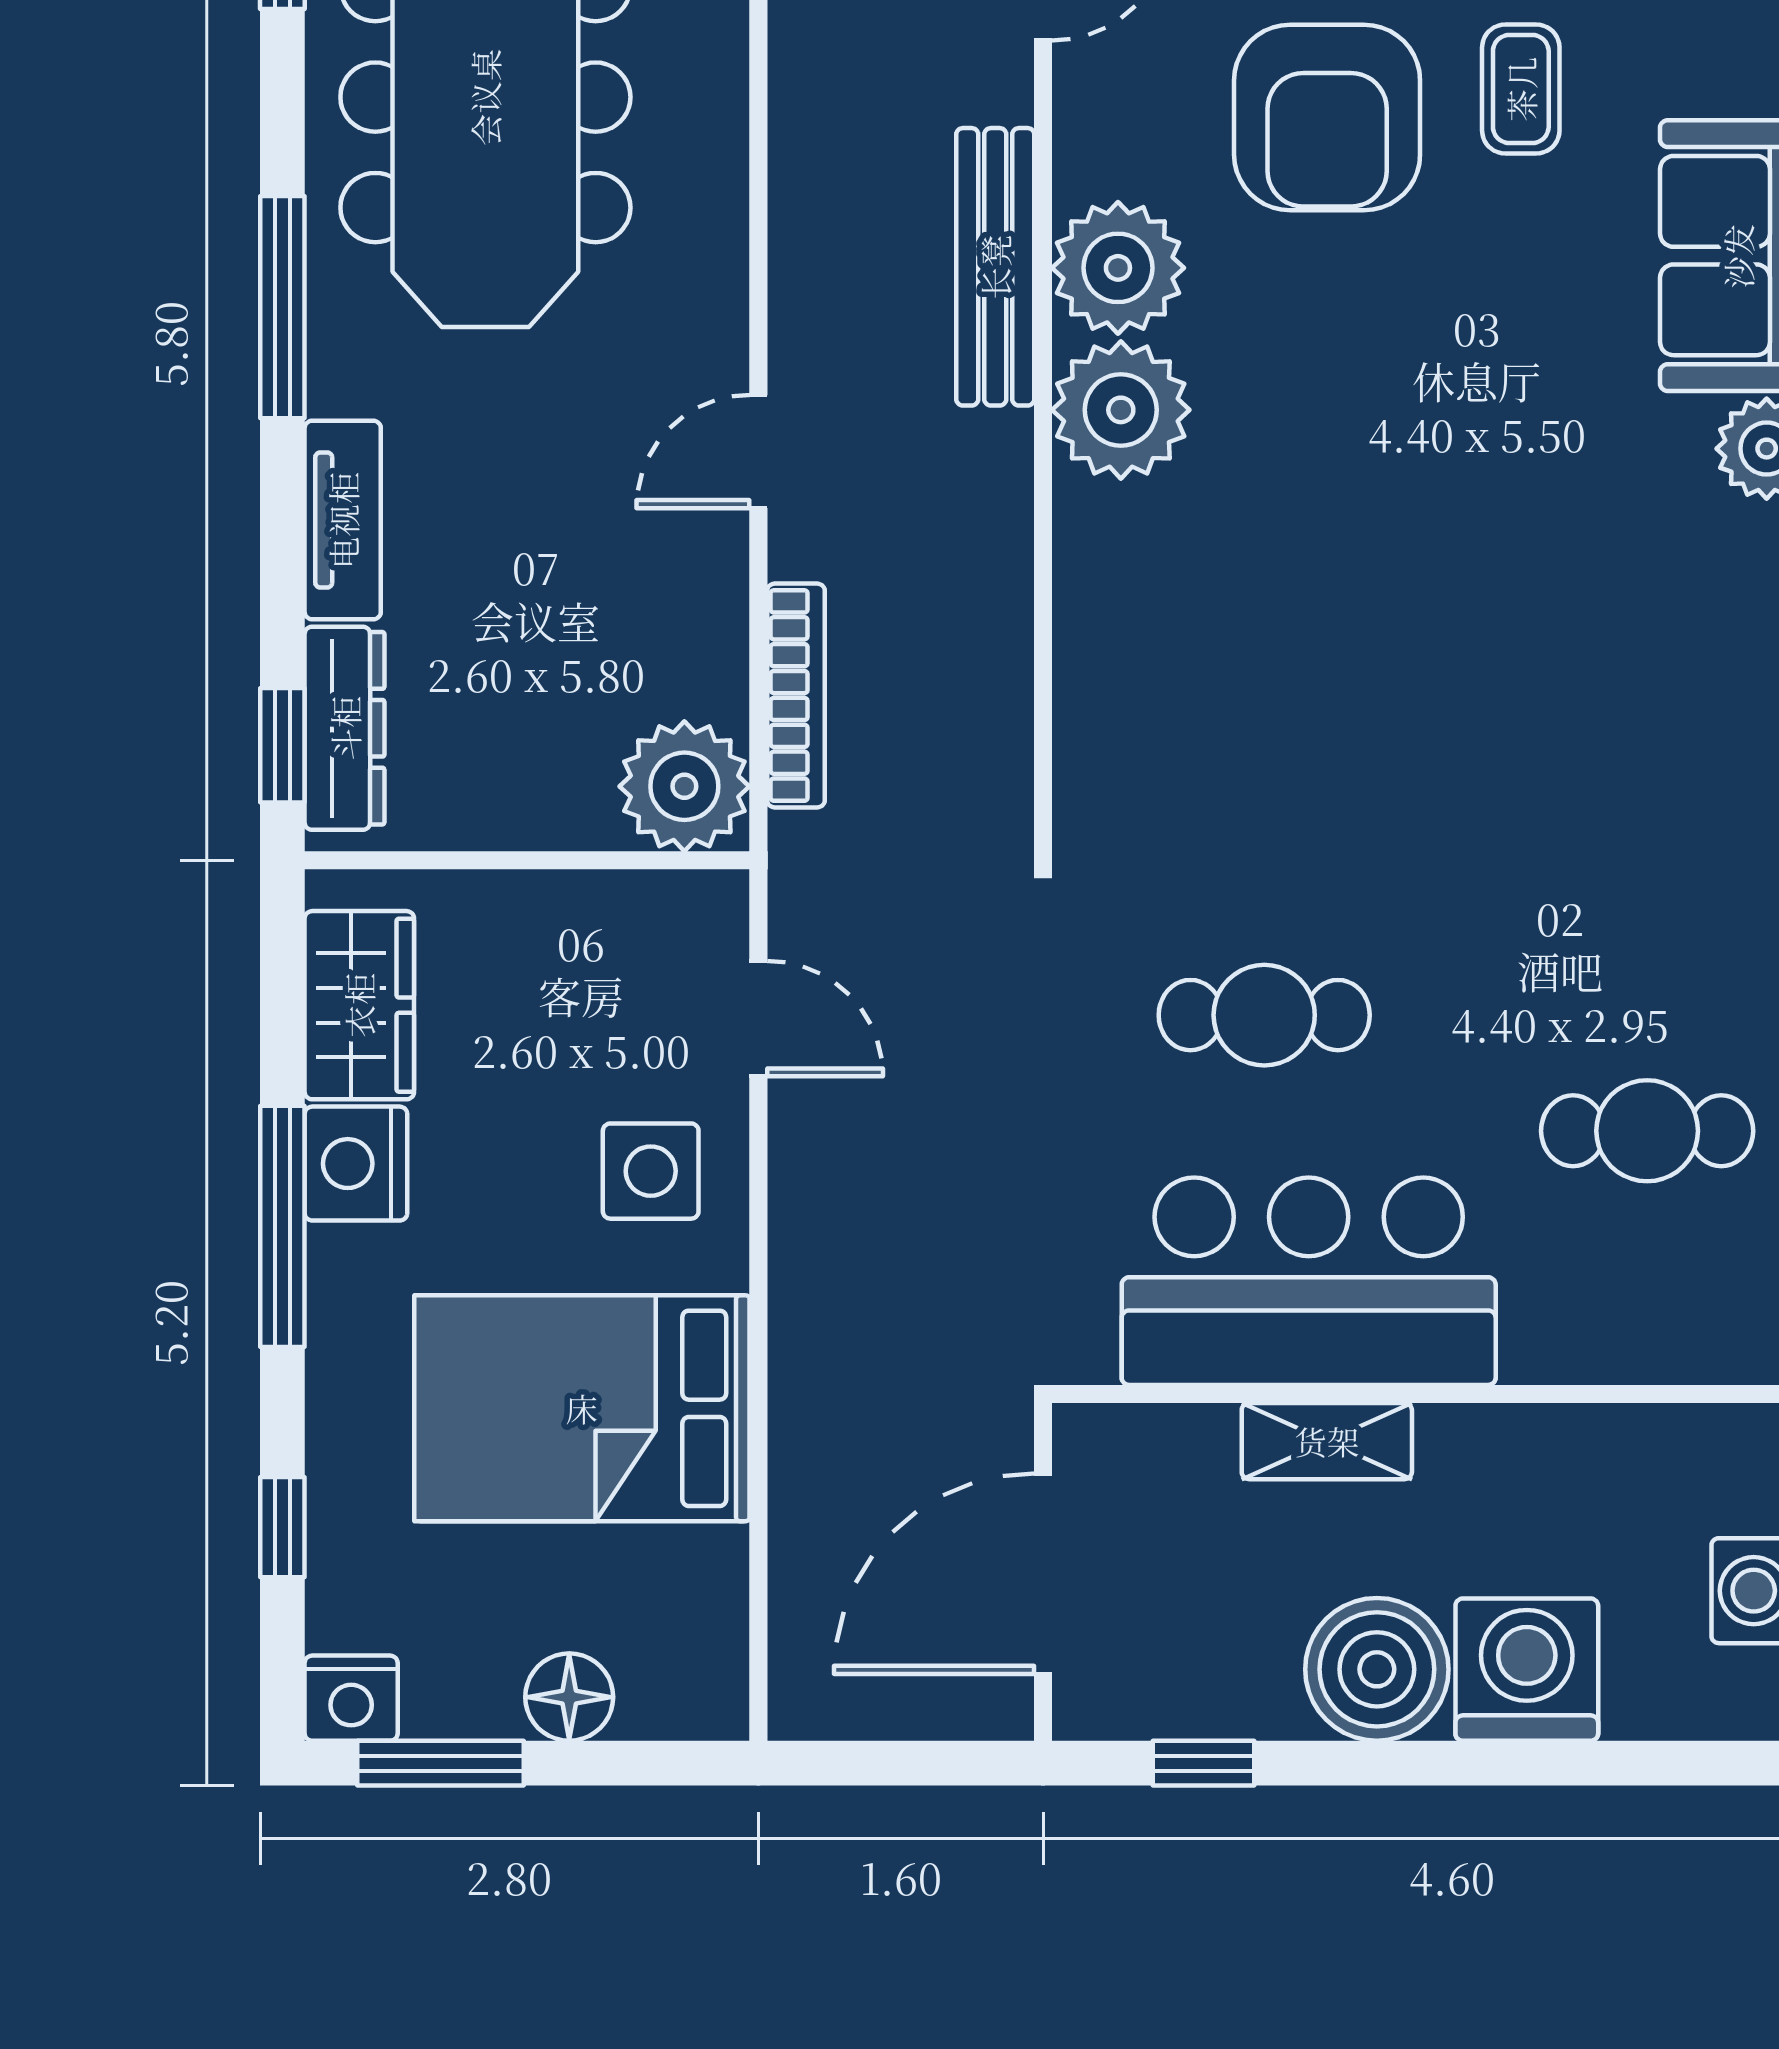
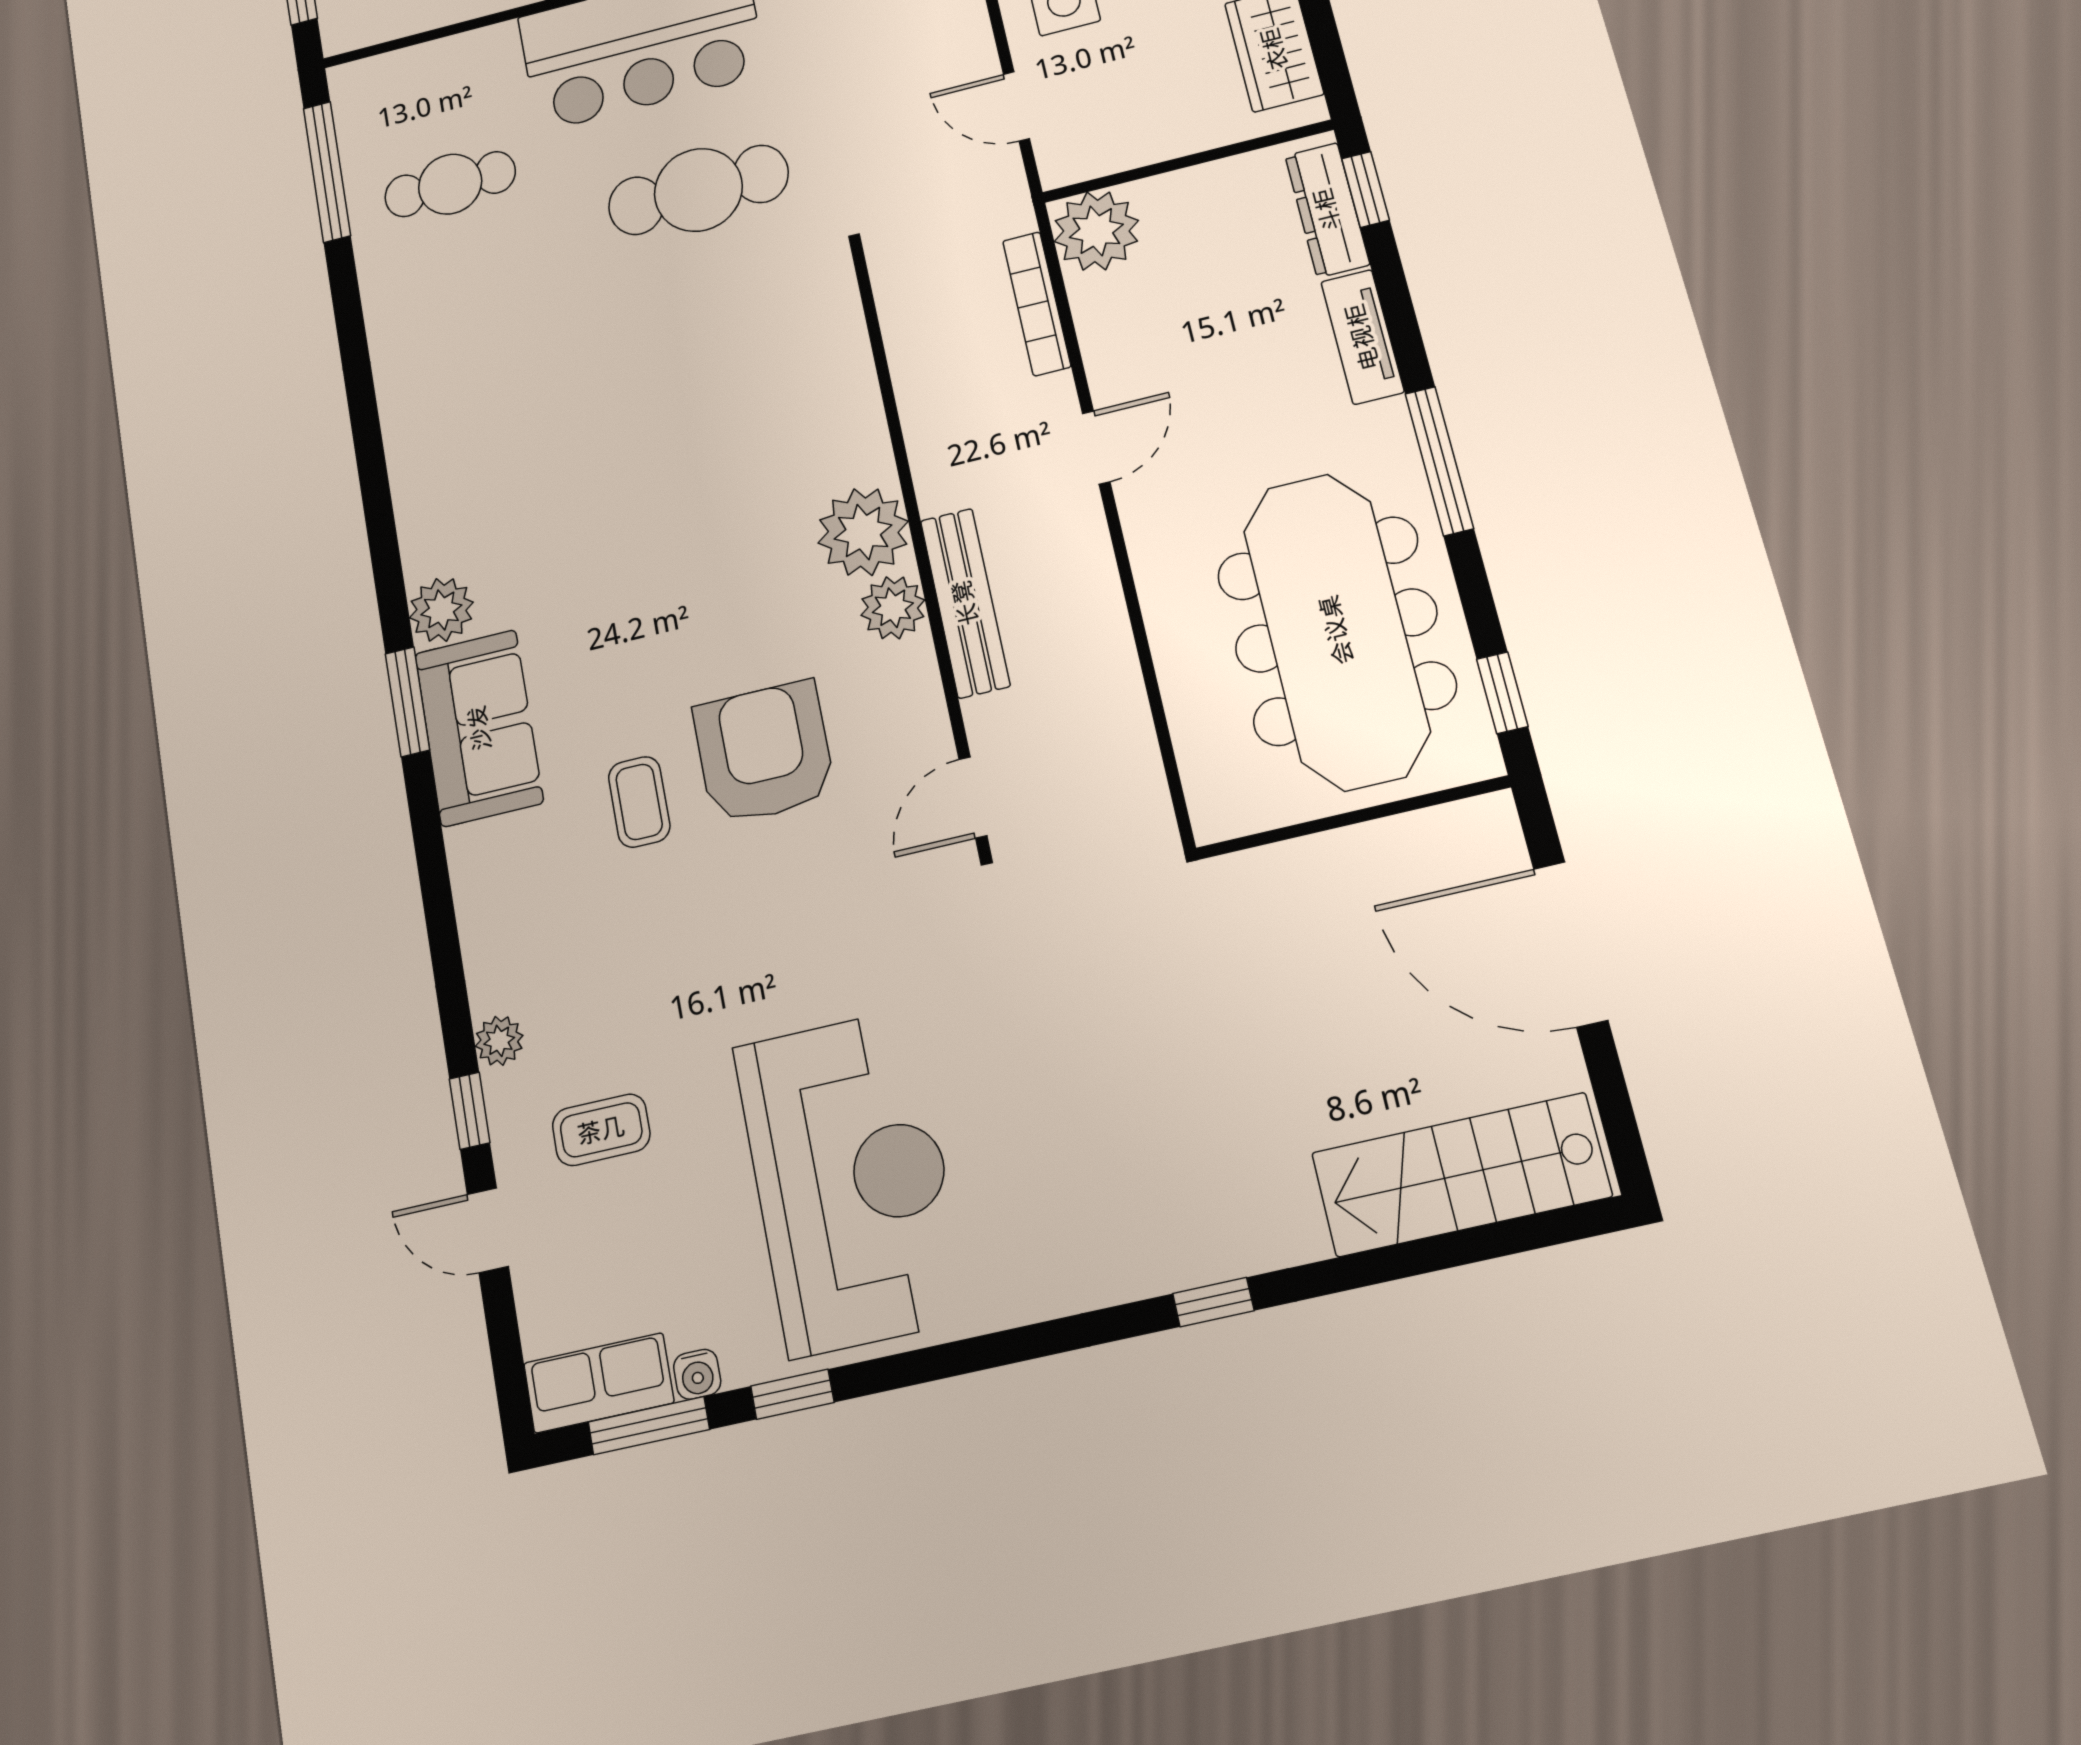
plant: (1118, 268) -> (893, 608), width x0.73, depth x0.73
cafe table: (1264, 1015) -> (698, 190), width x1.37, depth x1.35

